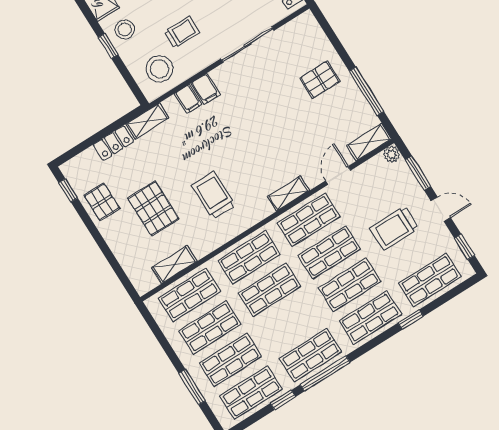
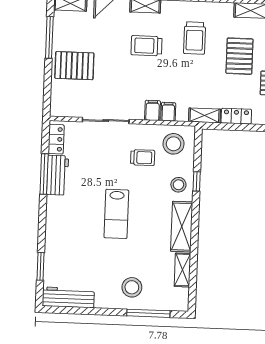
trolley: (182, 32) -> (143, 158), turned 180
pallet: (320, 80) -> (74, 66), width x1.50, depth x1.42
trolley: (258, 153) -> (146, 46), added

